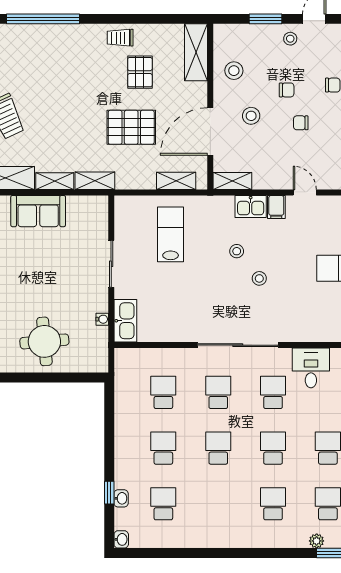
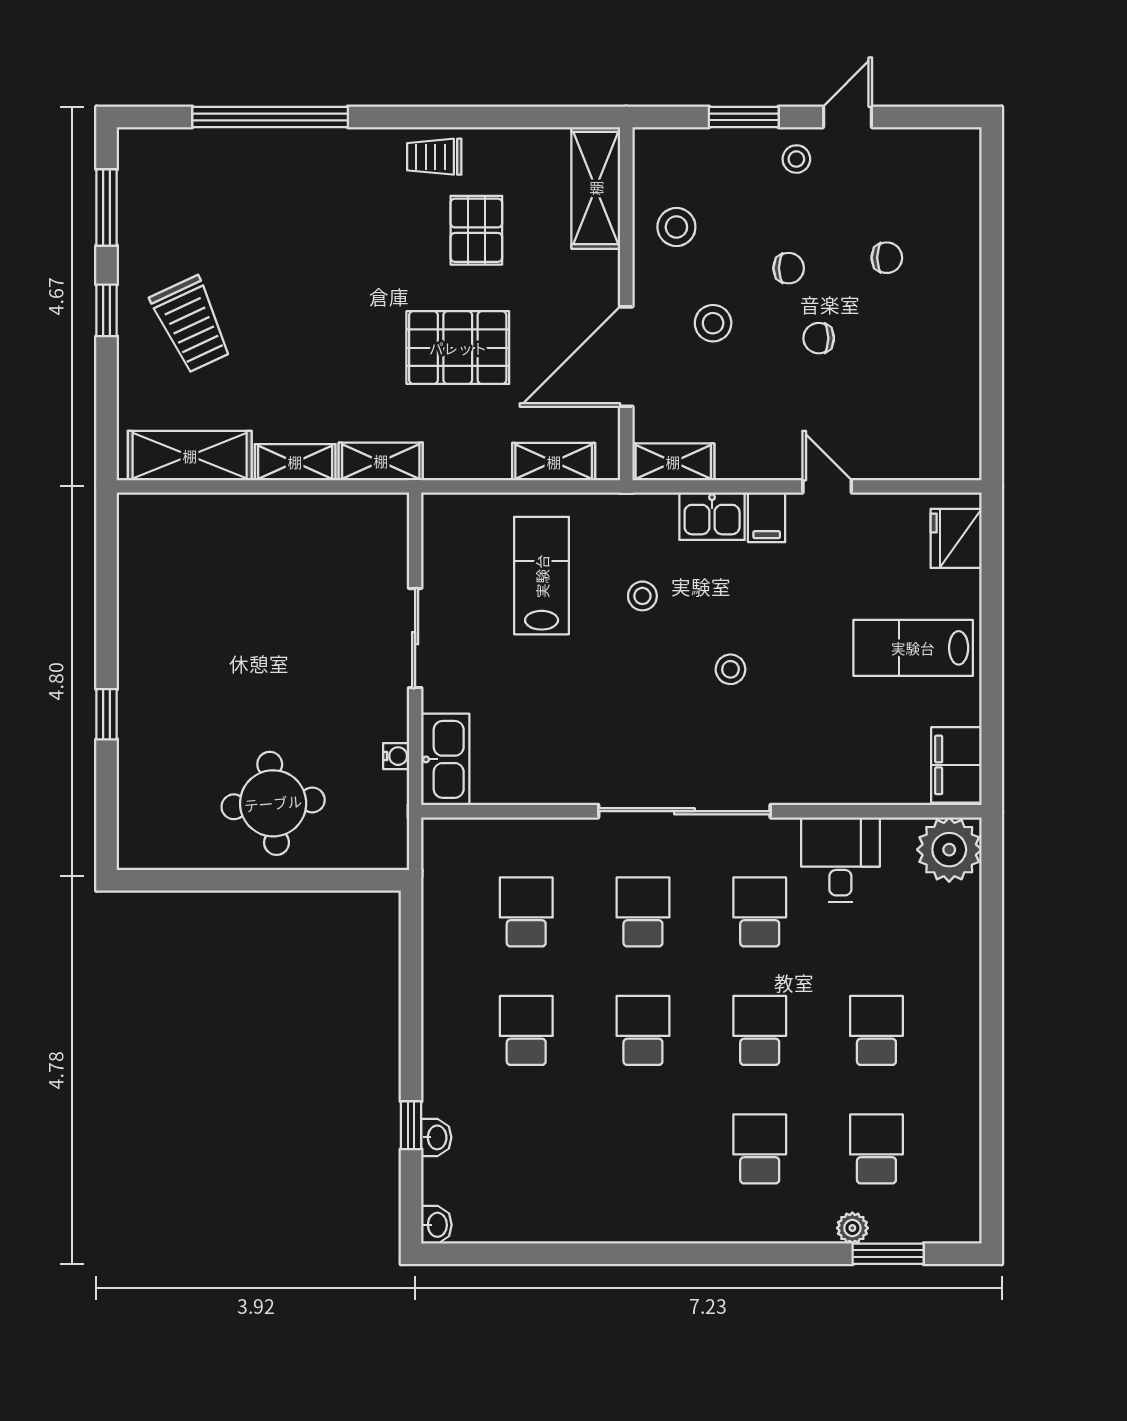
sofa: (38, 211) -> (260, 526), removed
stool: (237, 251) -> (642, 596), moved
school desk: (163, 504) -> (526, 1149), removed

